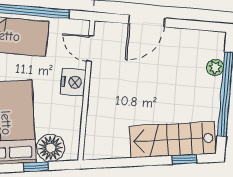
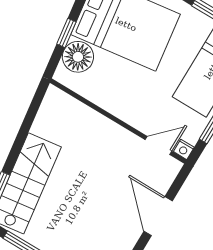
nightstand: (73, 82) -> (184, 149), moved, width x0.53, depth x0.56

